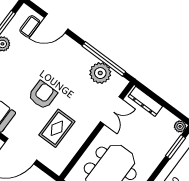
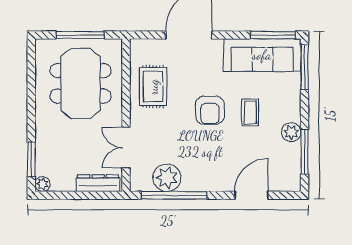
coffee table: (30, 26) -> (250, 112), moved
rug: (57, 128) -> (153, 87), moved

